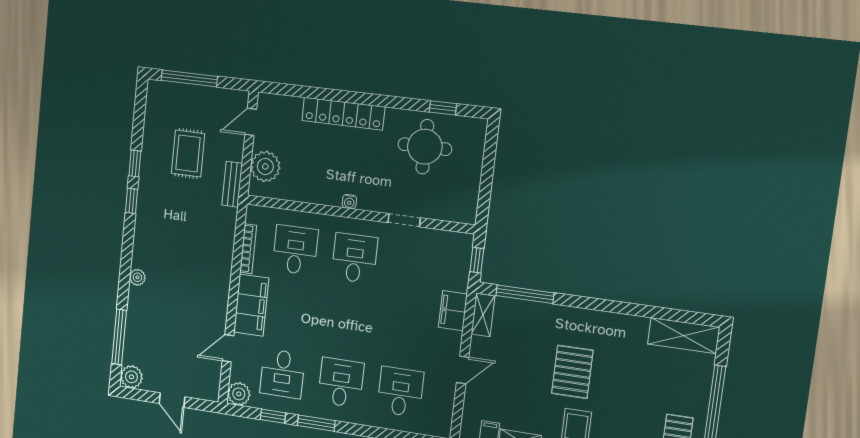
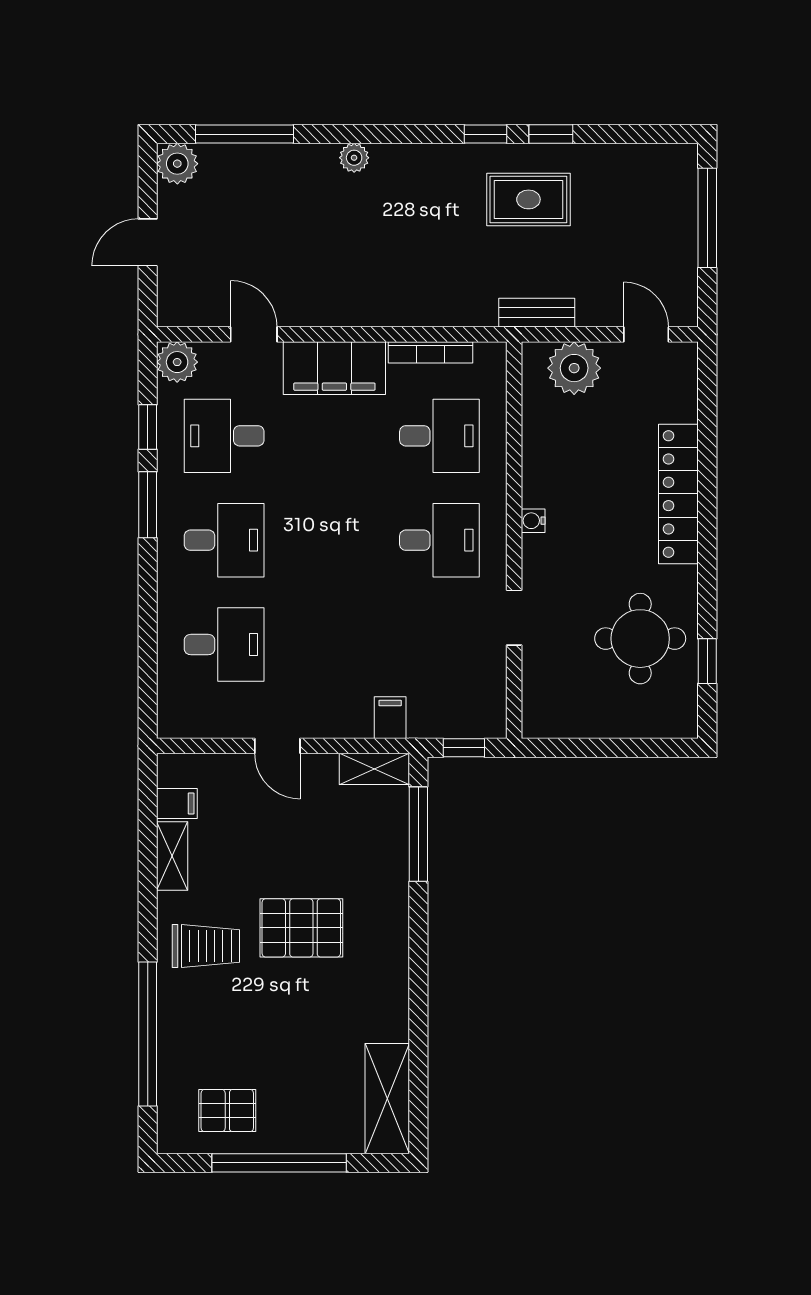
rug: (188, 154) -> (528, 199), moved
filing cabinet: (453, 311) -> (390, 718), width x0.50

